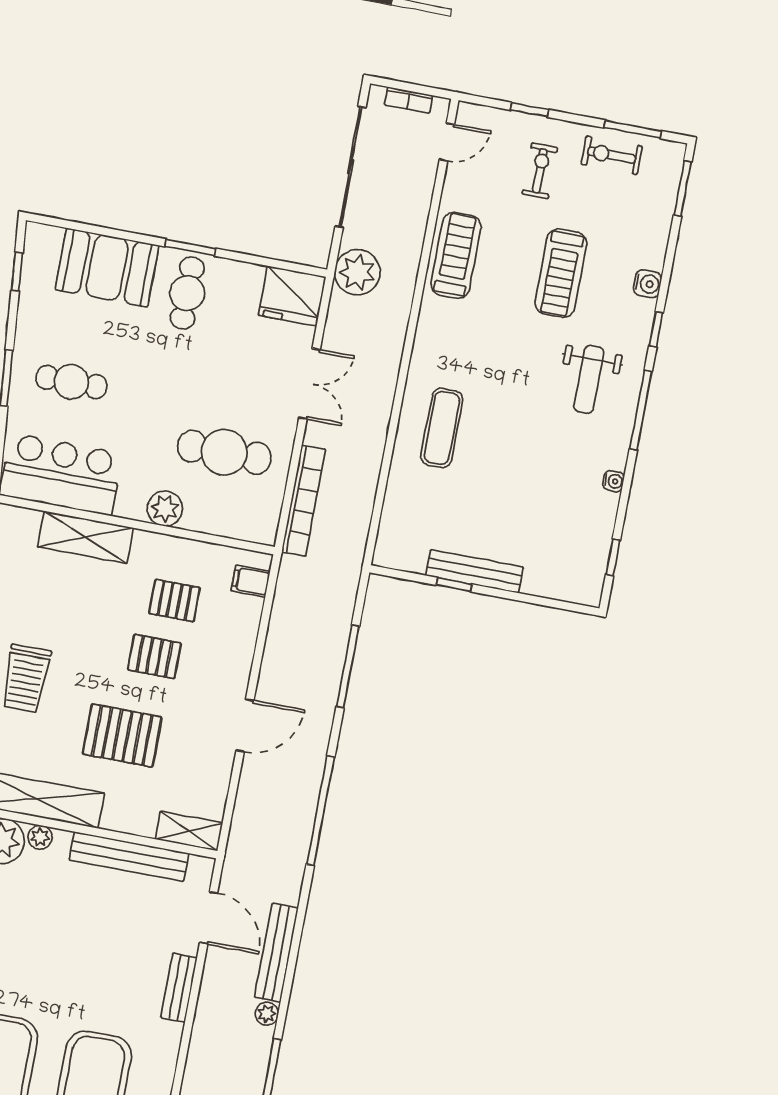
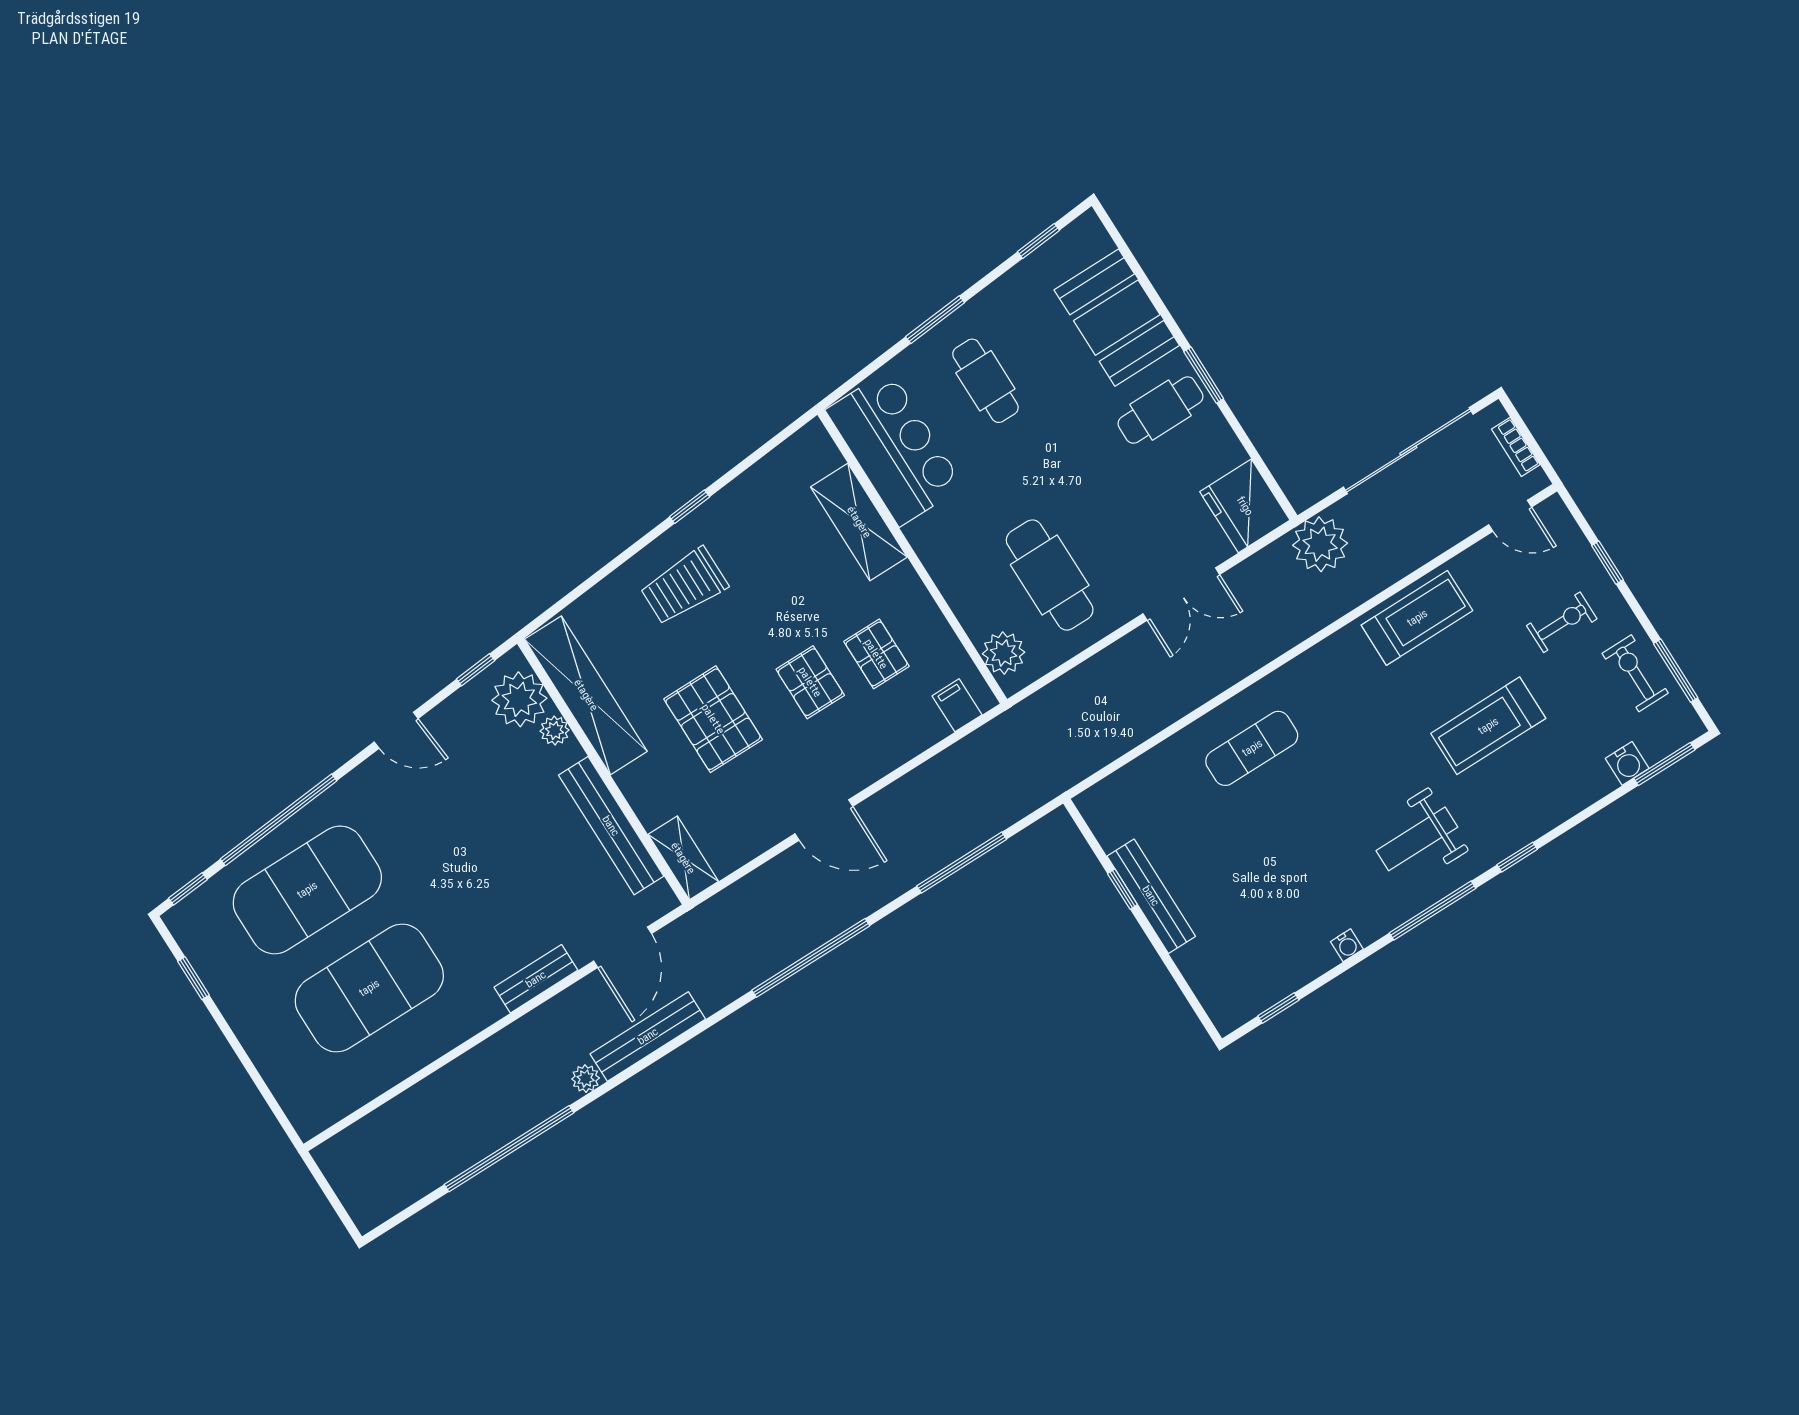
water cooler: (648, 284) -> (1627, 763), moved
bookcase: (304, 501) -> (1072, 686), removed
plant: (165, 508) -> (1004, 653), moved

